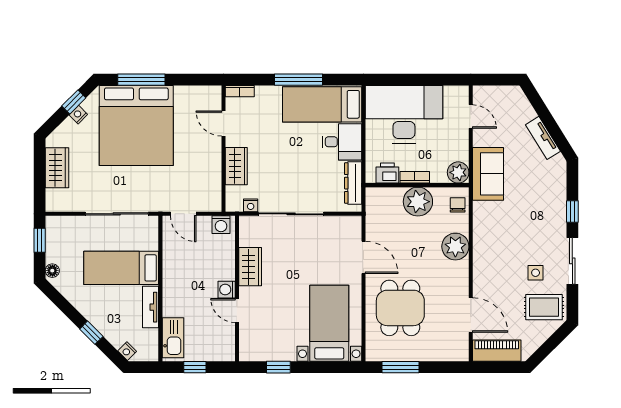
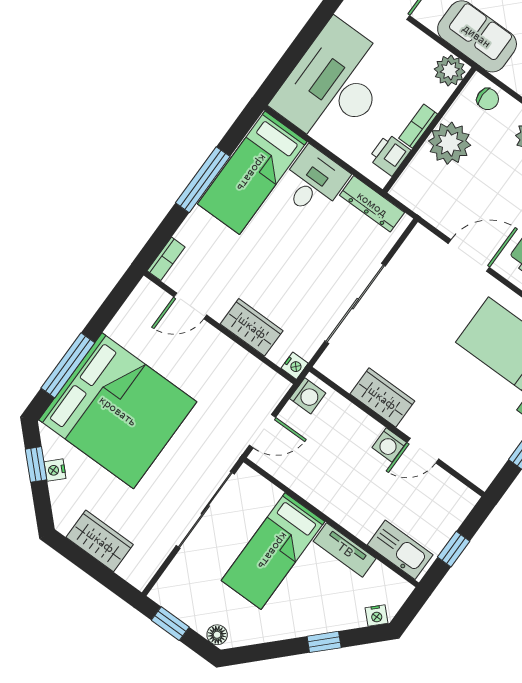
nightstand: (251, 205) -> (295, 366), moved
chair: (458, 205) -> (488, 99), turned 180

